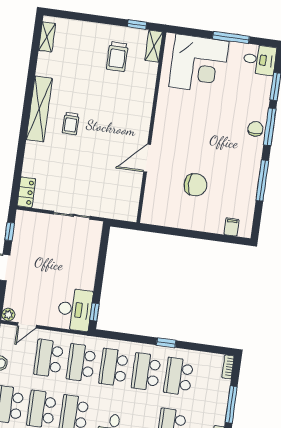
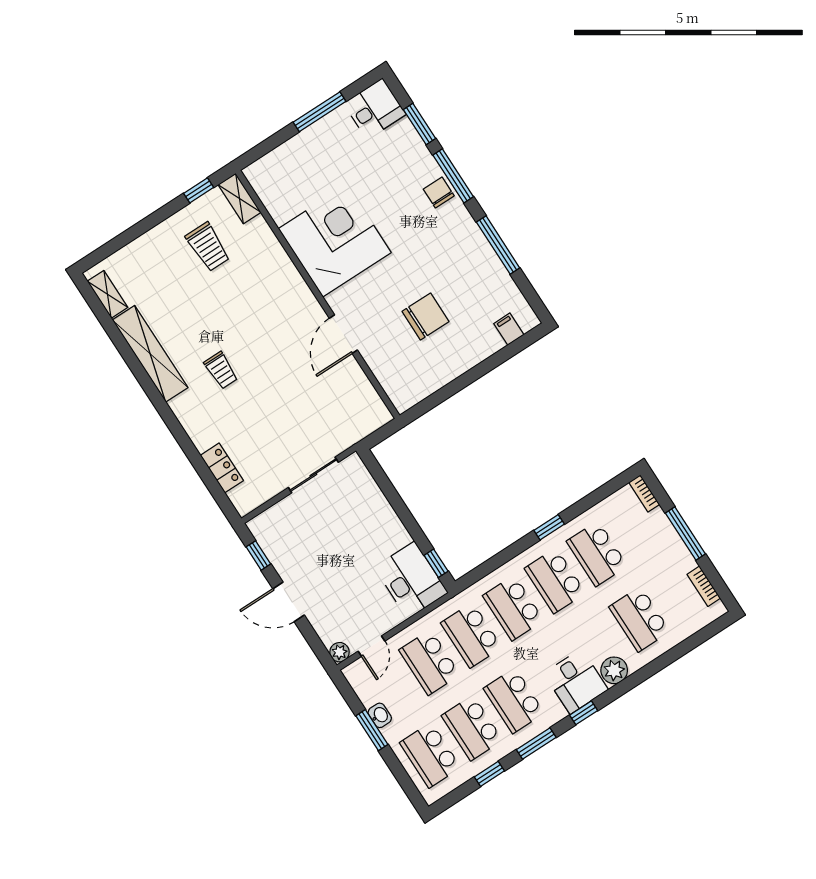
corner desk: (199, 64) -> (335, 241), moved, turned -90
shelving: (39, 109) -> (150, 354), moved
locker: (26, 192) -> (222, 468), moved

